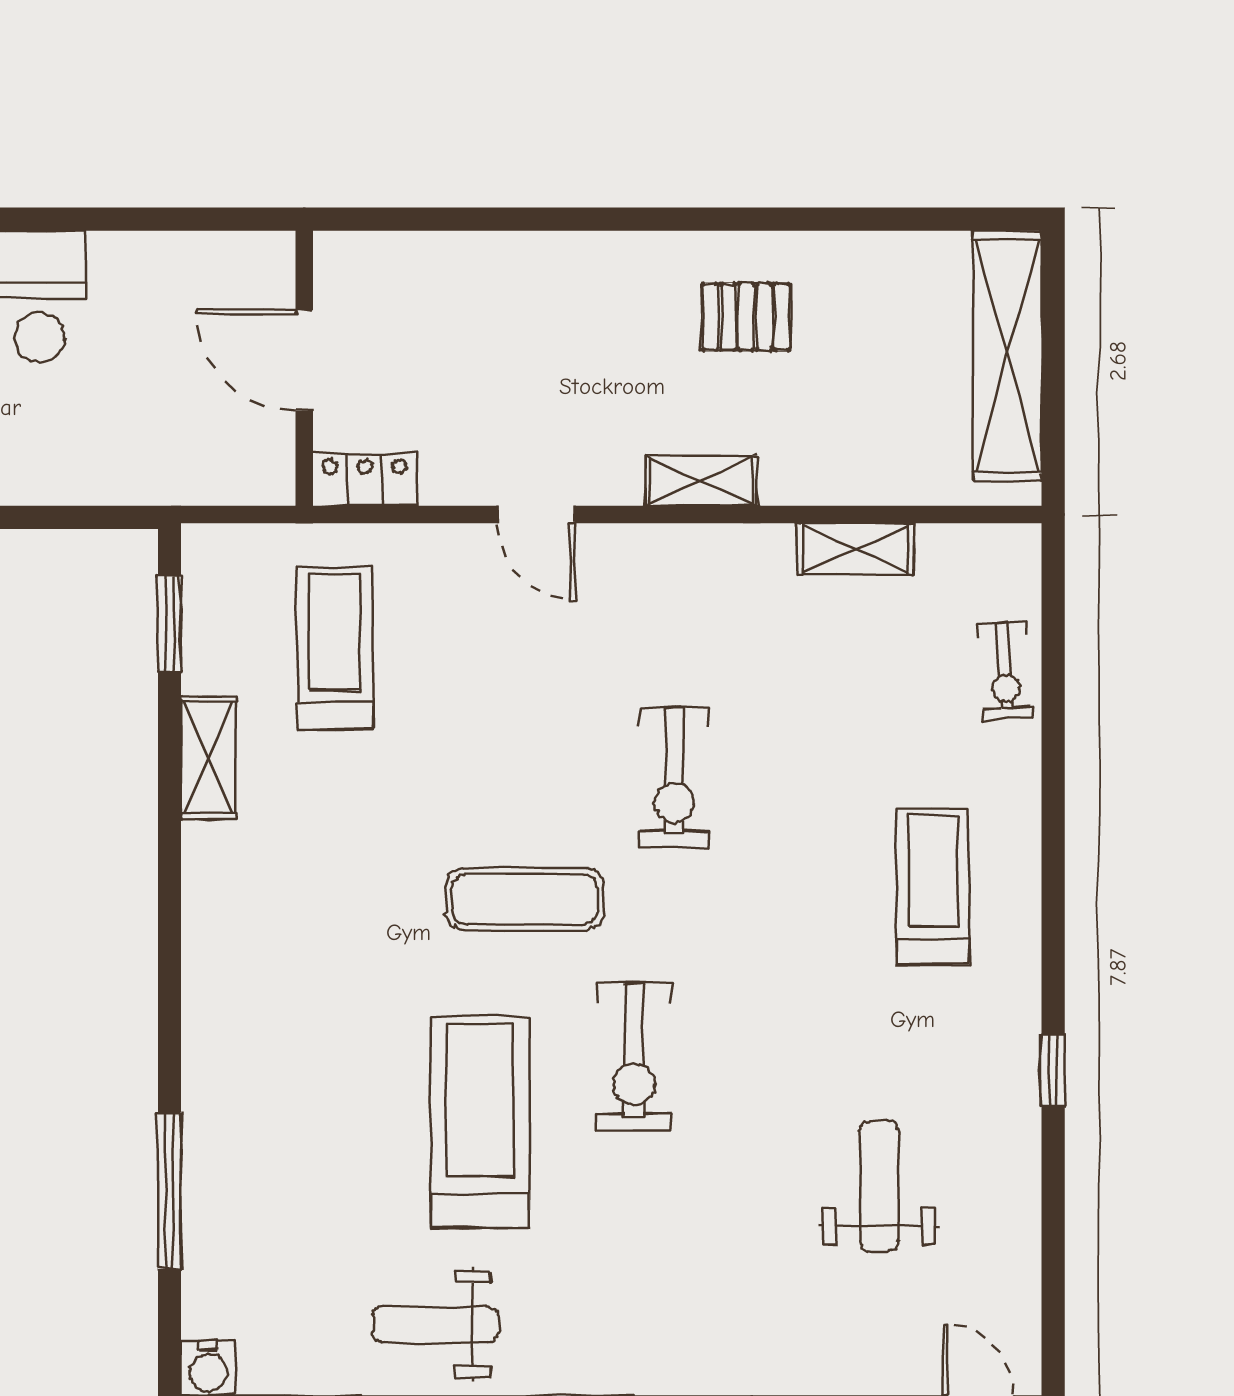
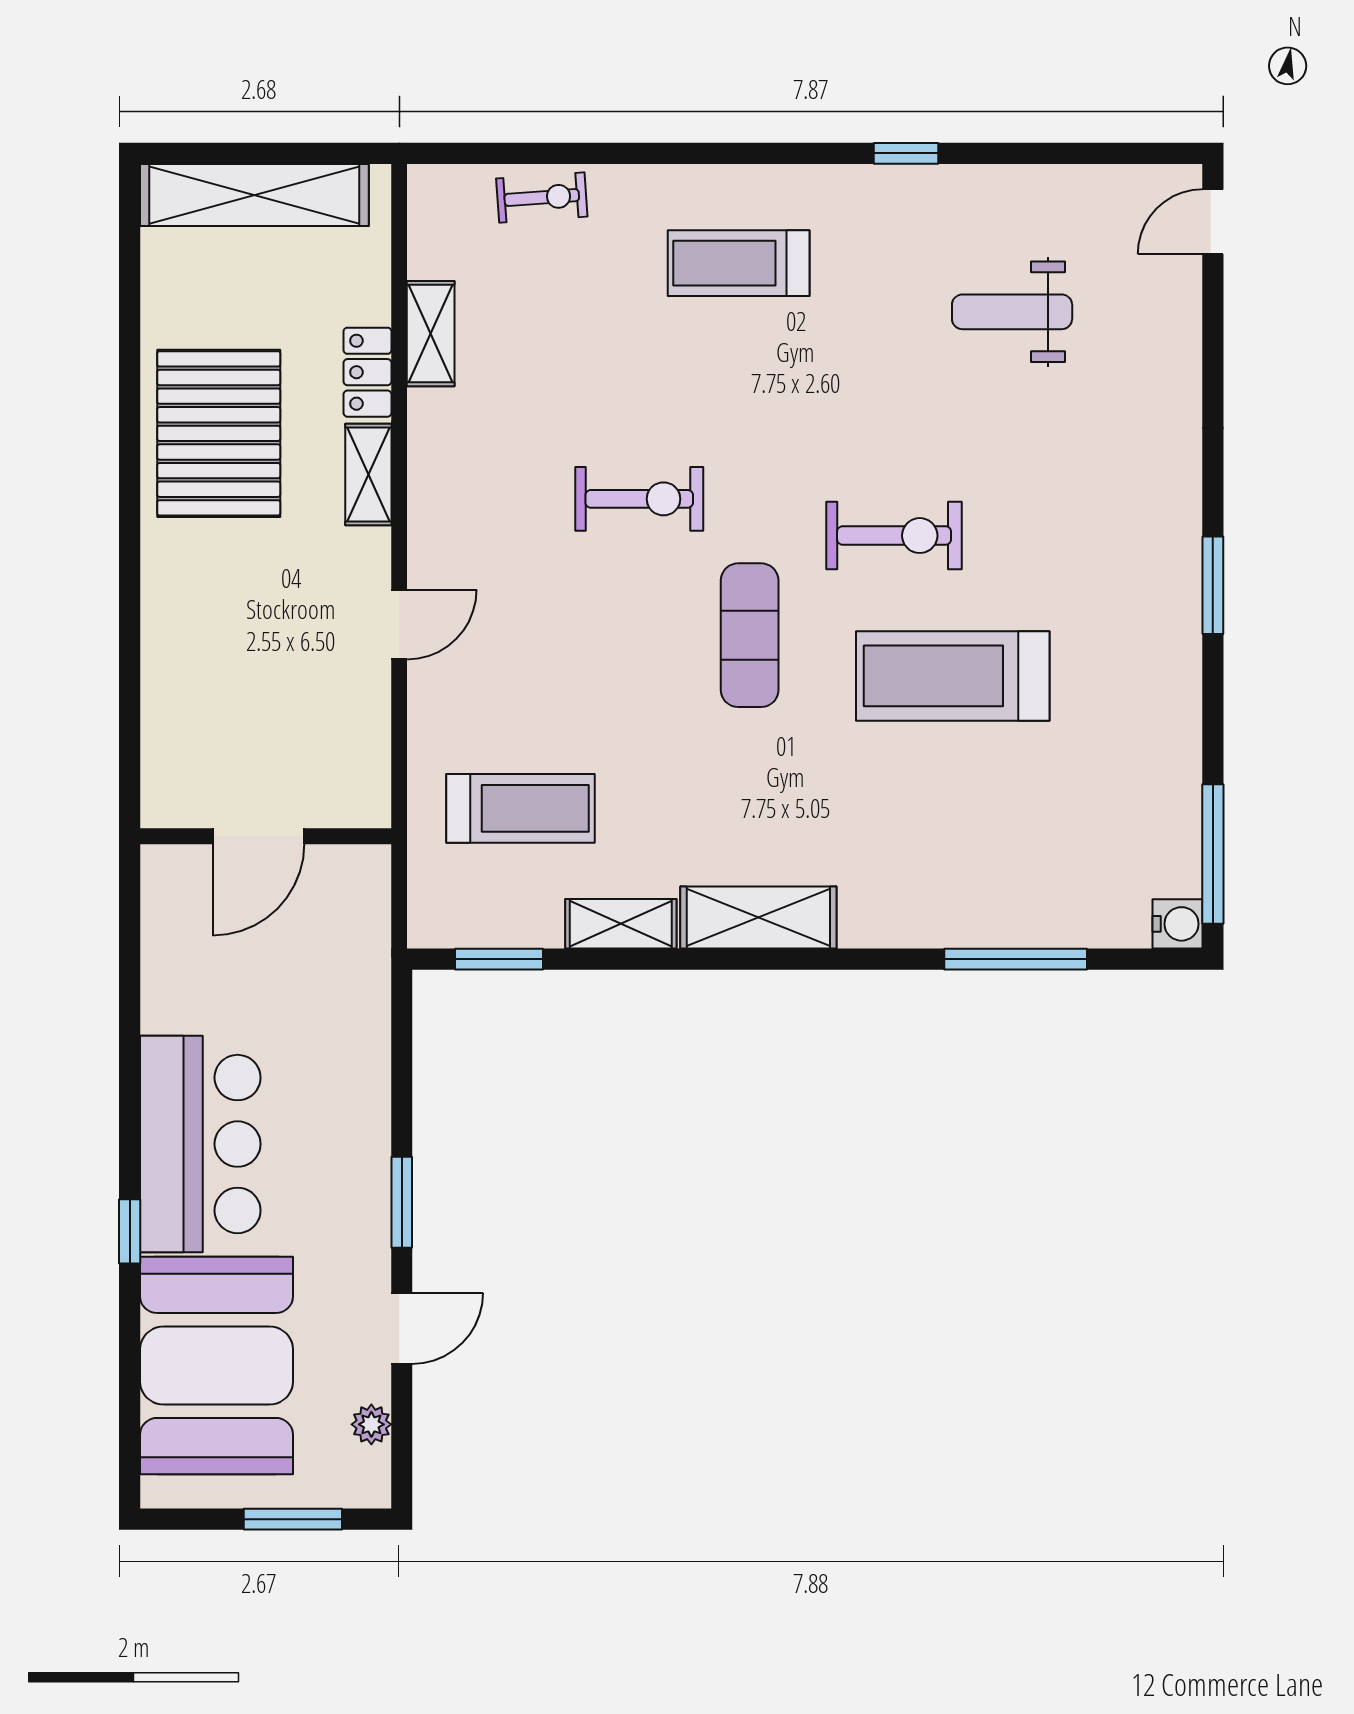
pallet: (746, 317) -> (219, 433), width x2.05, depth x2.00
locker: (365, 480) -> (367, 372), moved
treadmill: (335, 648) -> (520, 808), turned 180
shelving: (215, 909) -> (758, 918), added
weight bench: (435, 1324) -> (1138, 717), removed

